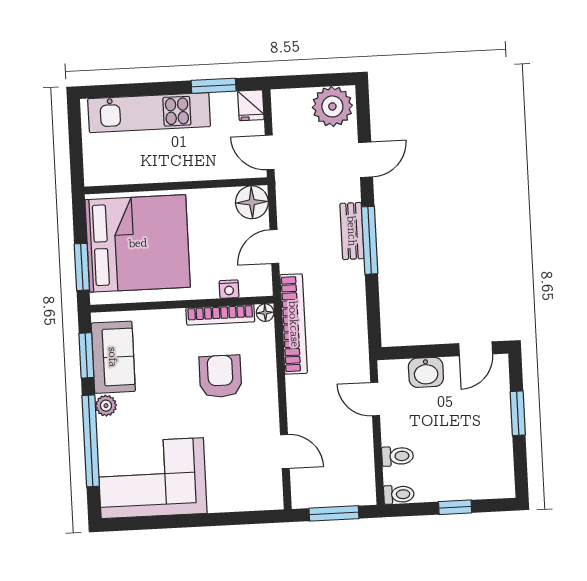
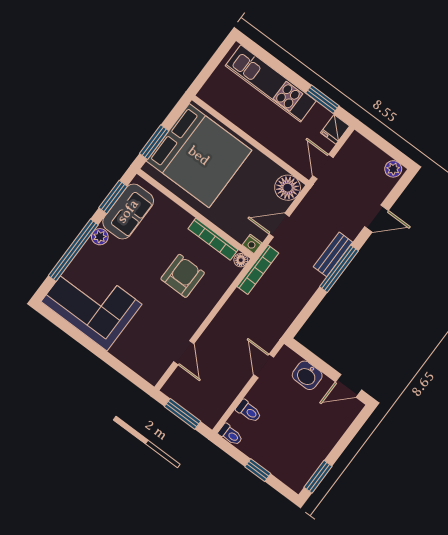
plant: (332, 106) -> (393, 169), width x0.53, depth x0.53
nightstand: (229, 289) -> (252, 244), moved
bookcase: (294, 324) -> (258, 270), width x0.68, depth x0.76
window: (518, 413) -> (318, 477), moved

